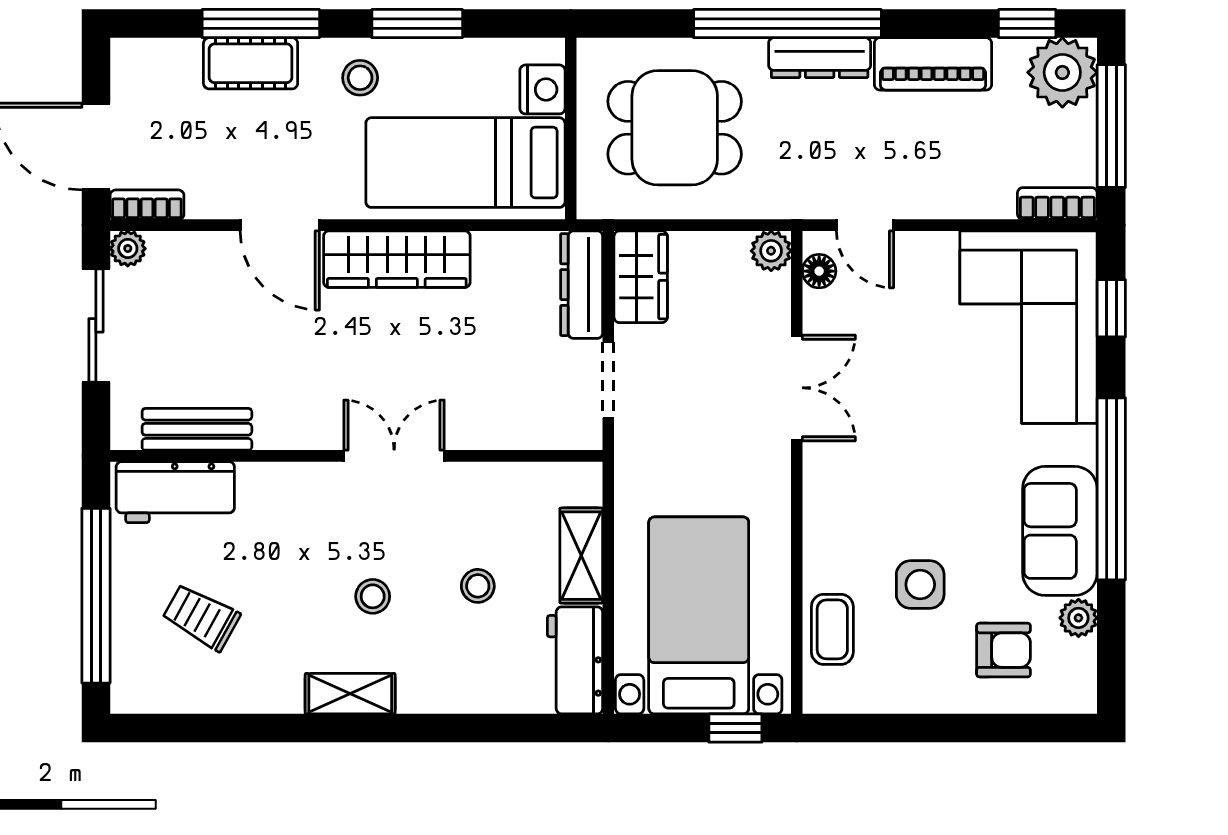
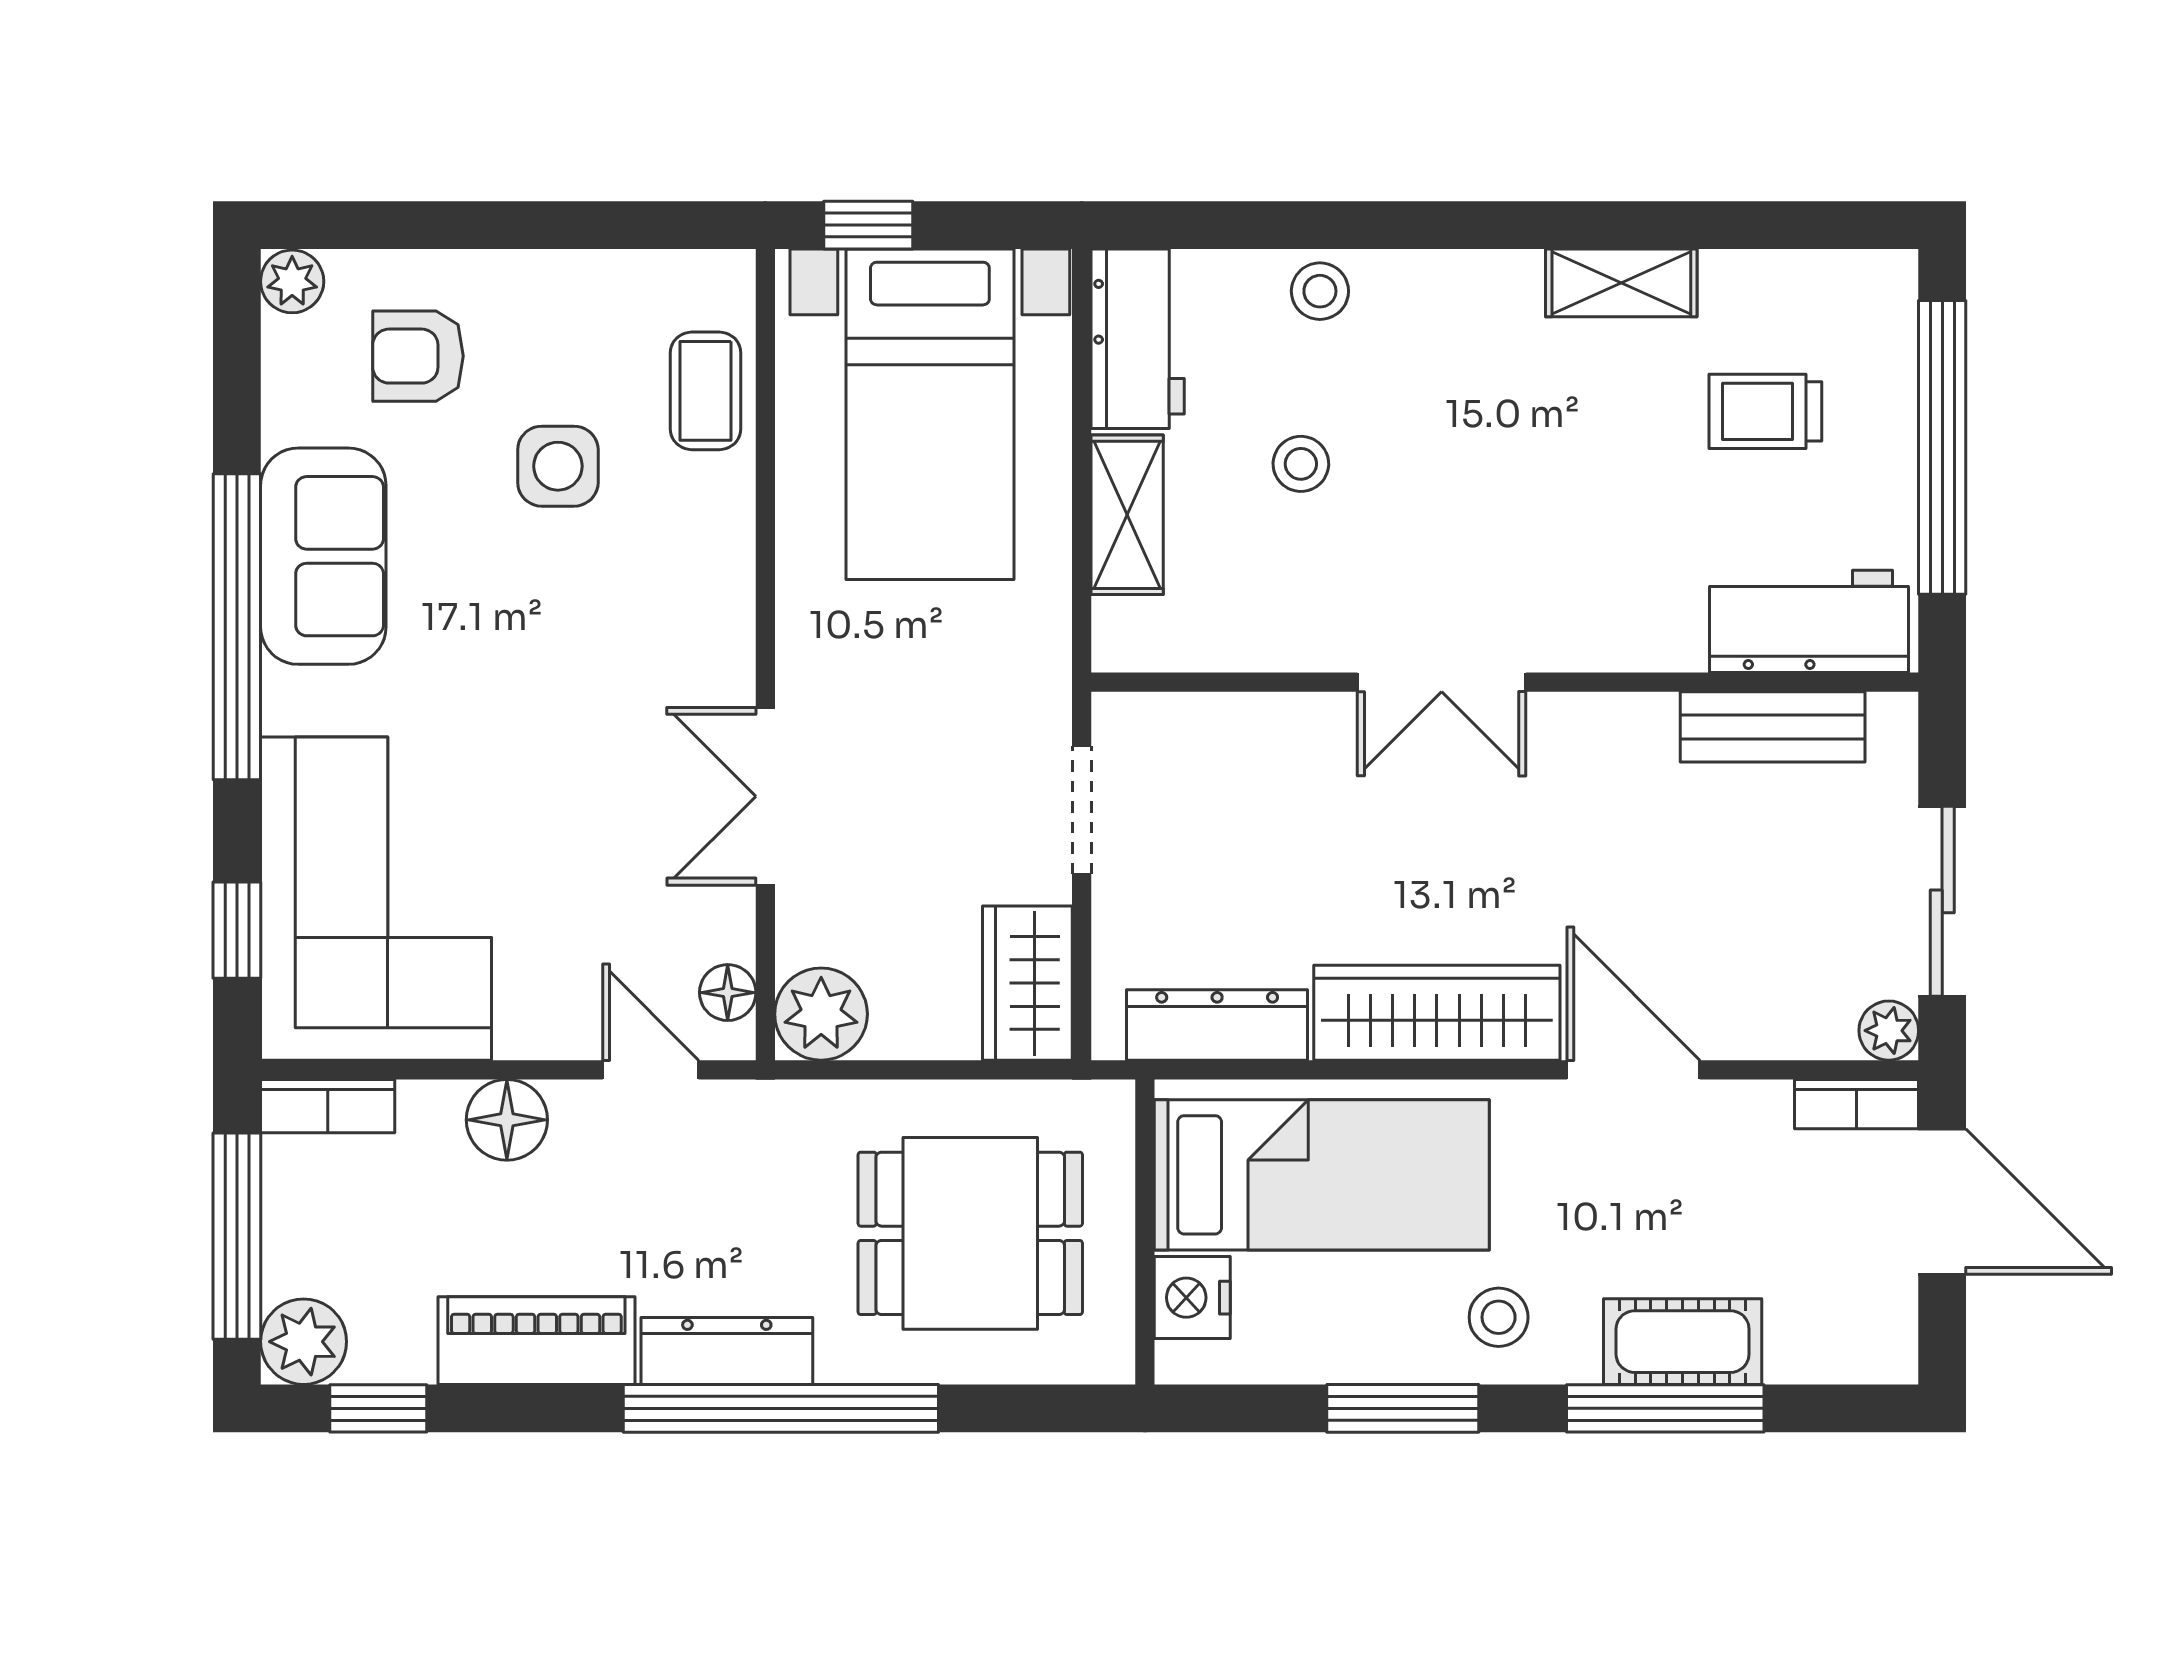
plant: (1062, 72) -> (304, 1342), width x0.73, depth x0.73
floor lamp: (951, 195) -> (507, 1120), added
plant: (771, 251) -> (821, 1014), width x1.38, depth x1.38
dresser: (582, 285) -> (1217, 1025), moved, turned -90
stool: (373, 596) -> (1320, 291), moved
trolley: (201, 617) -> (1765, 411), turned 151
plant: (1078, 618) -> (292, 281), moved
shelving: (350, 694) -> (1621, 283), moved

